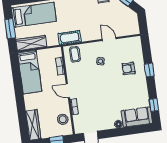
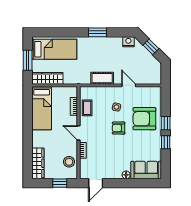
cot: (70, 38) -> (102, 78), moved
coffee table: (75, 54) -> (87, 108), moved
armchair: (129, 69) -> (144, 119), width x1.88, depth x1.88
armchair: (105, 81) -> (119, 128), added
window: (154, 105) -> (166, 142), moved

